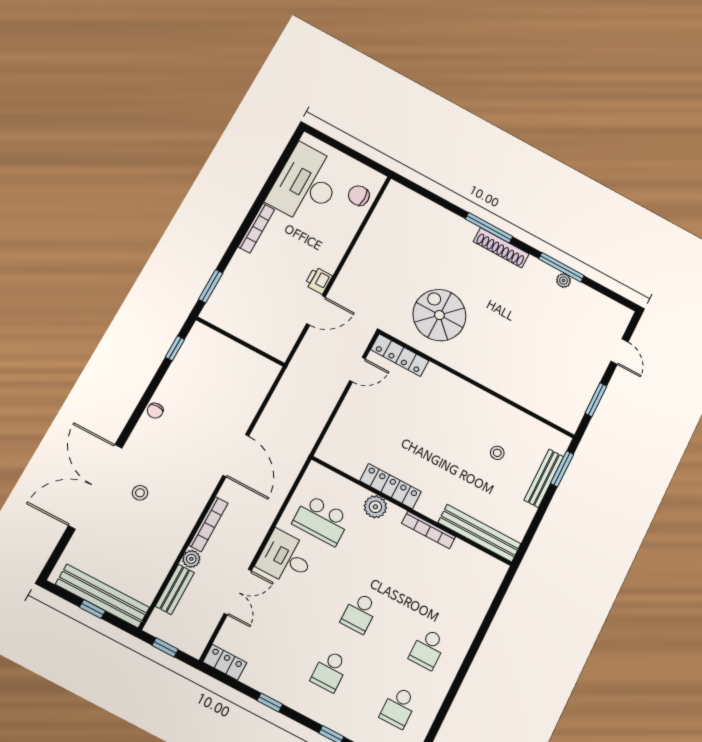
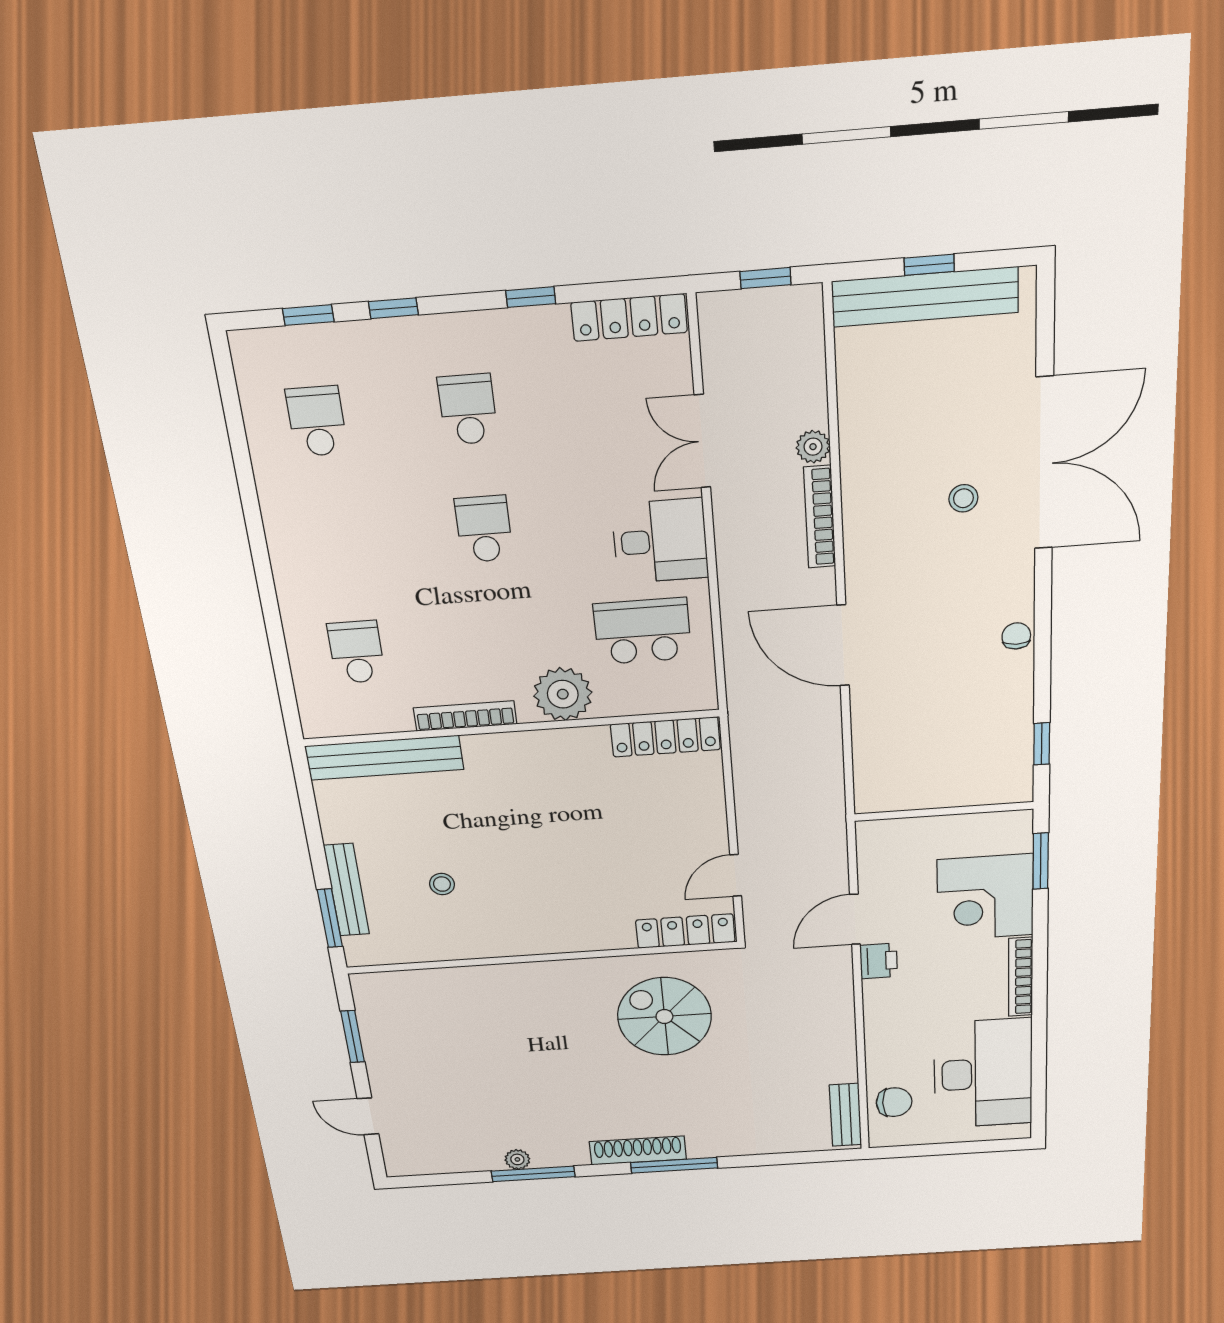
corner desk: (248, 283) -> (985, 897), added
spiral stairs: (439, 315) -> (664, 1016), turned 180
locker: (391, 486) -> (665, 737), moved
plant: (375, 507) -> (563, 694), width x1.36, depth x1.36
bench: (175, 589) -> (845, 1115), moved
school desk: (428, 649) -> (356, 652), moved
locker: (225, 662) -> (629, 317), width x1.53

